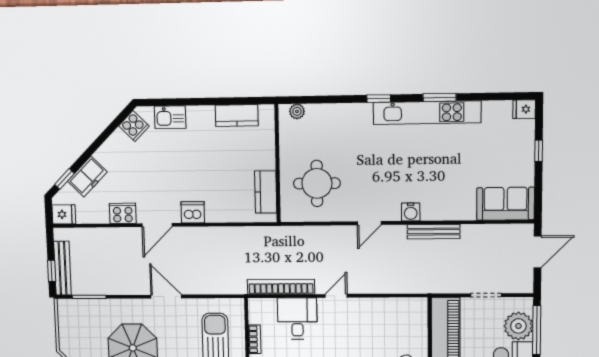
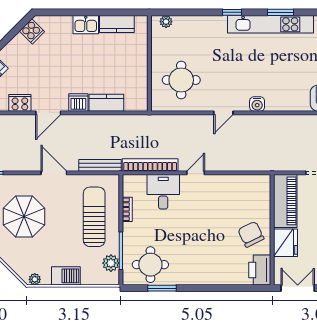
kitchen sink: (170, 117) -> (86, 25), moved
kitchen counter: (266, 192) -> (106, 103), moved, turned 90
bench: (434, 232) -> (100, 165), moved

